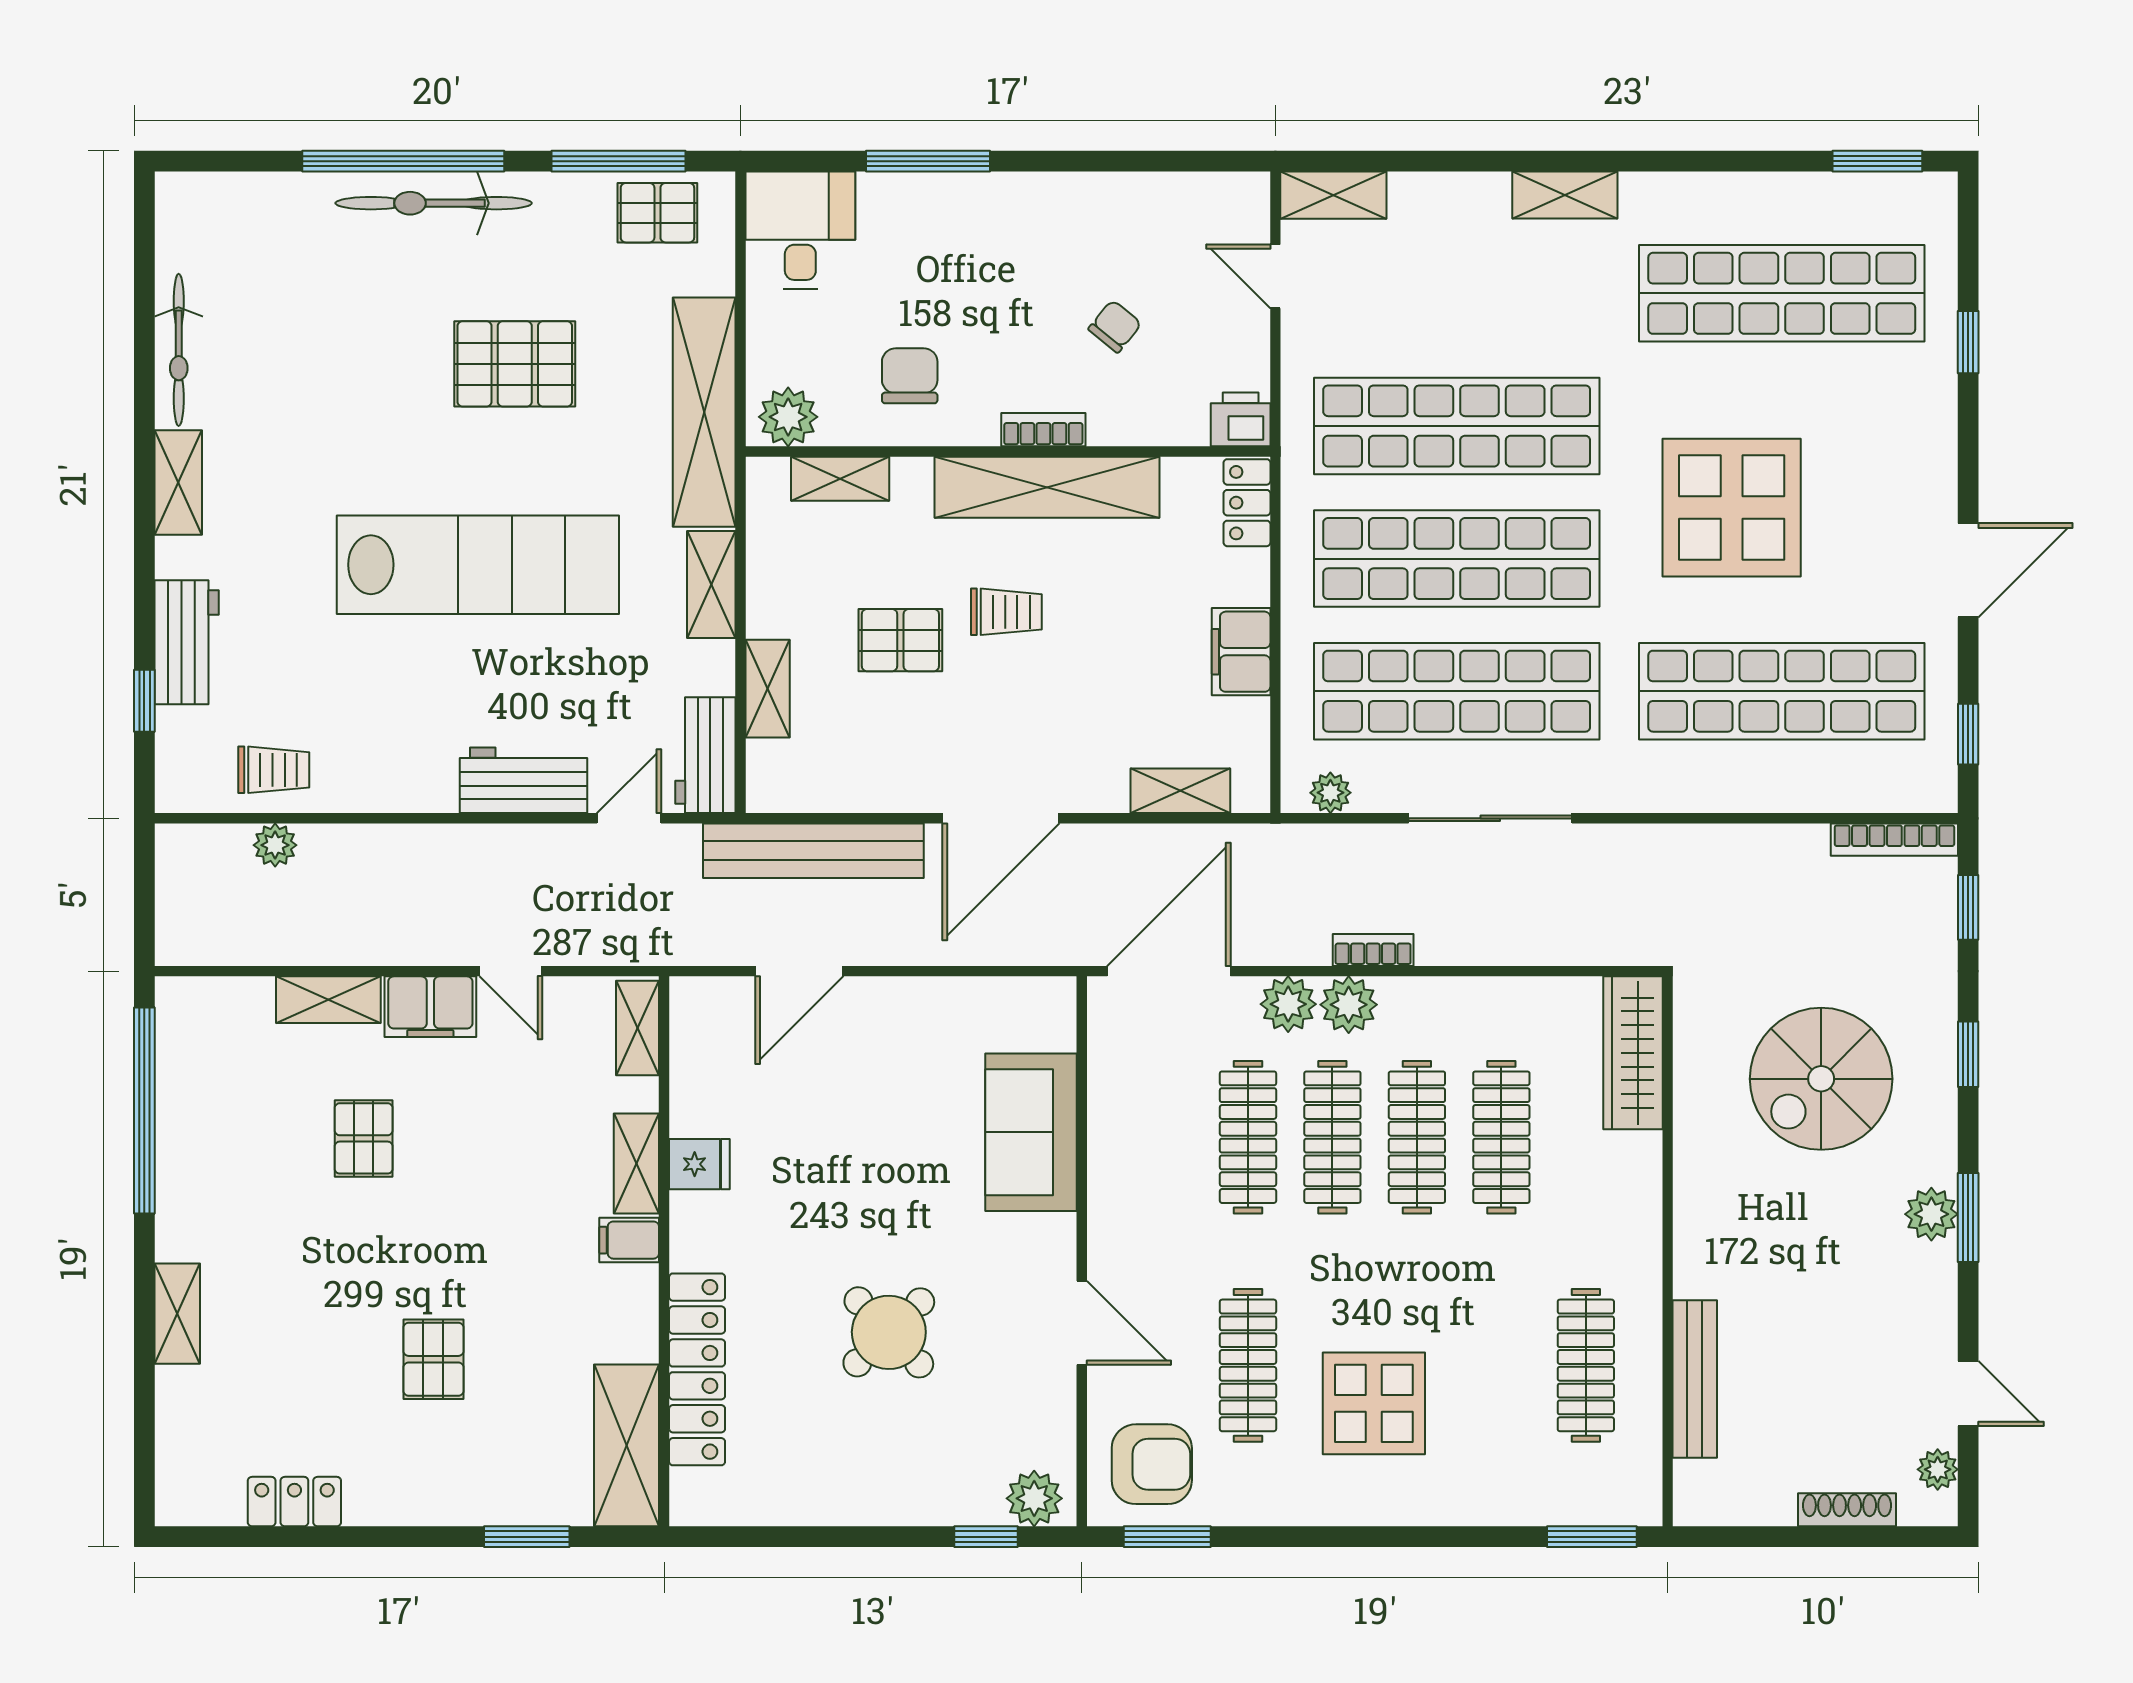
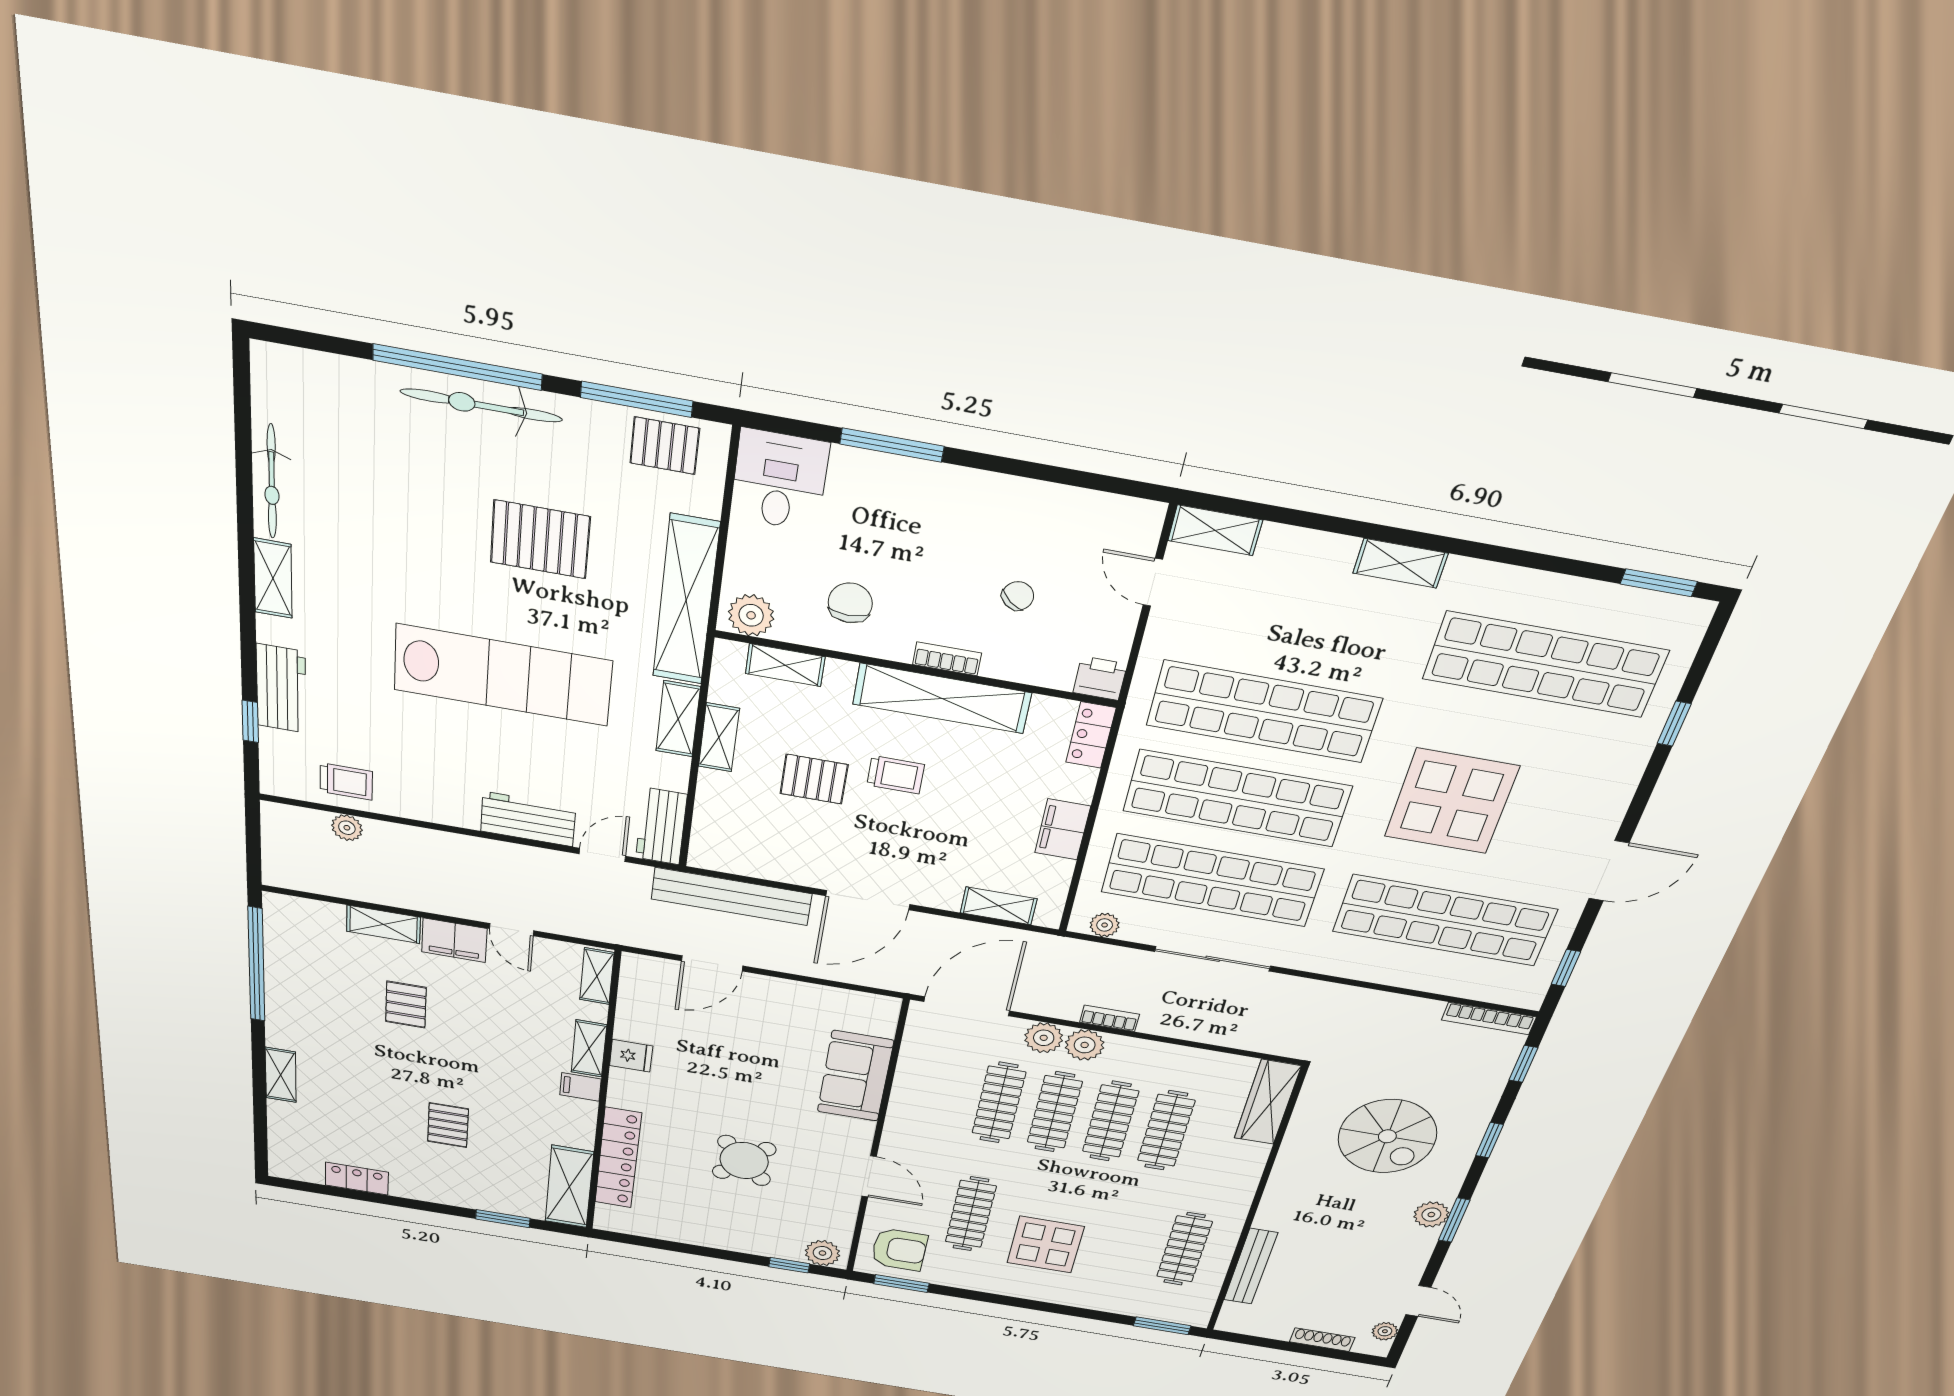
shelving: (768, 689) -> (719, 737), moved
spiral stairs: (1821, 1079) -> (1387, 1136), turned -90

